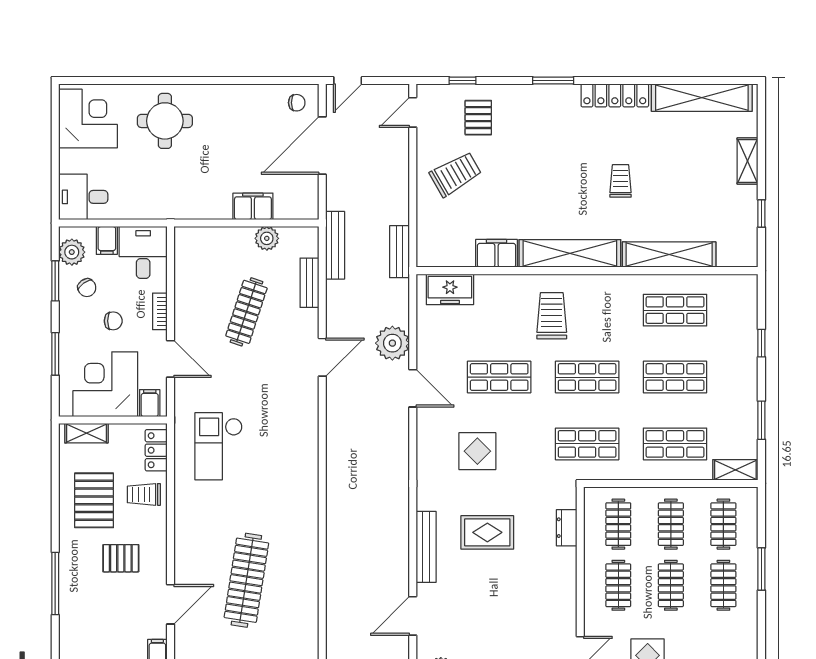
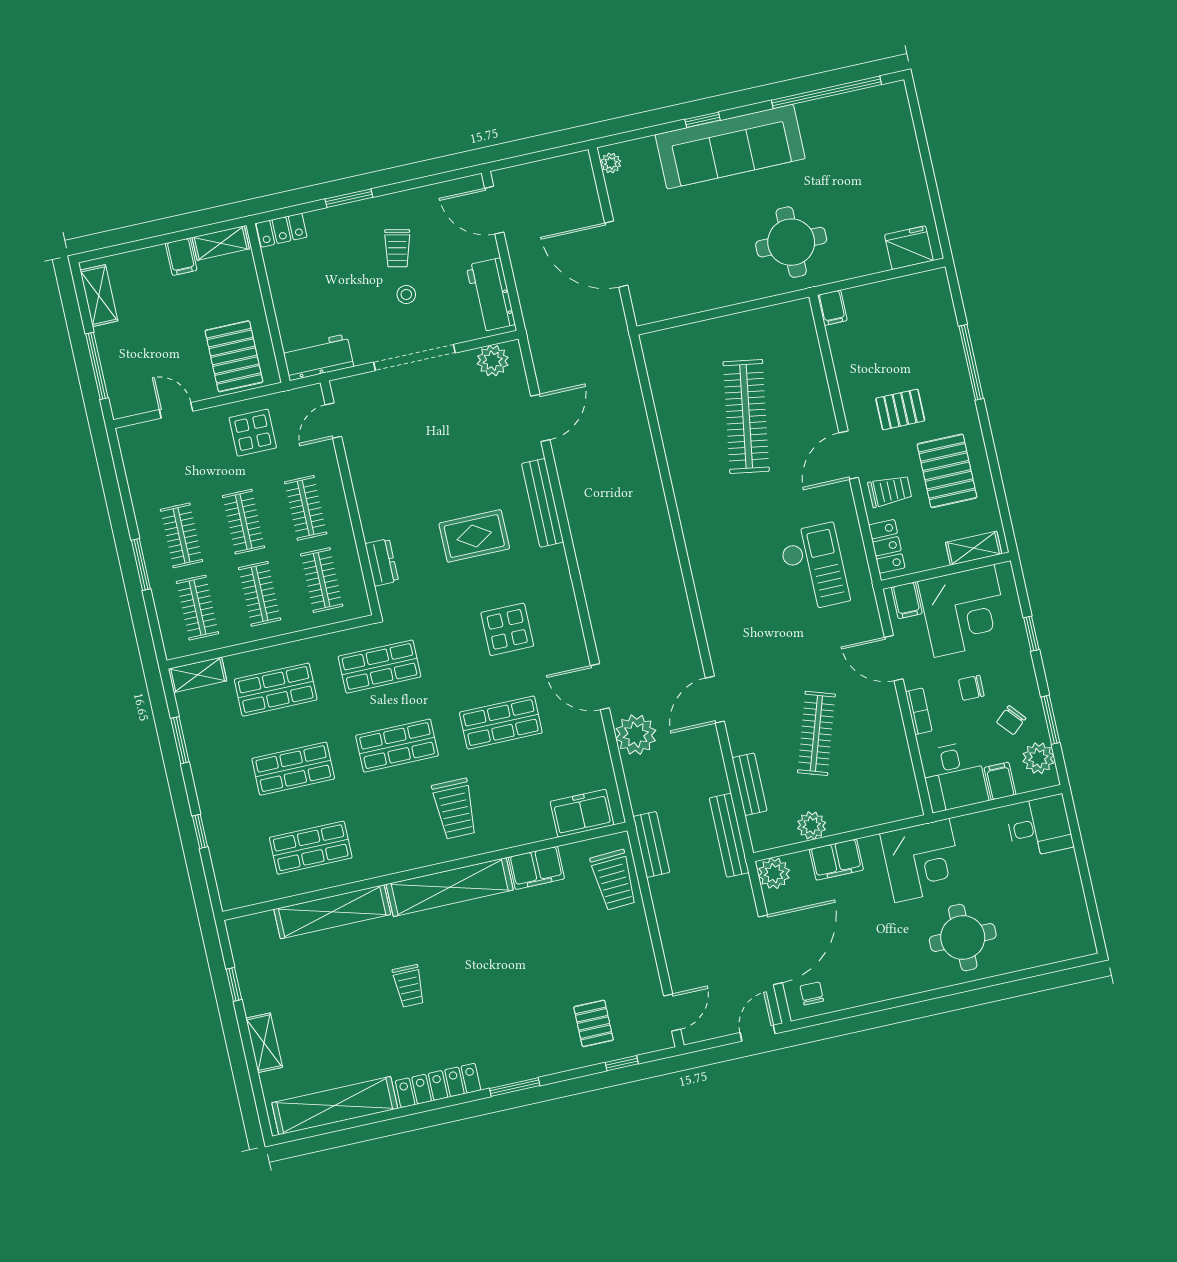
chair: (297, 103) -> (812, 994), turned 90
corner desk: (88, 119) -> (922, 861), moved, turned -90
trolley: (456, 174) -> (614, 880), moved, turned -63
plant: (306, 207) -> (774, 873), added
chair: (87, 288) -> (1011, 720), turned -95
window: (55, 354) -> (1031, 634), width x0.67
door: (171, 604) -> (849, 455), moved

